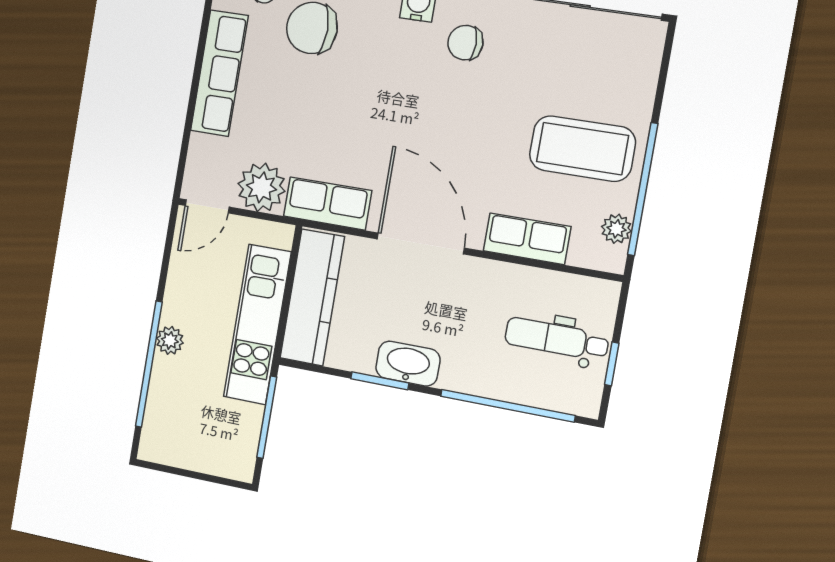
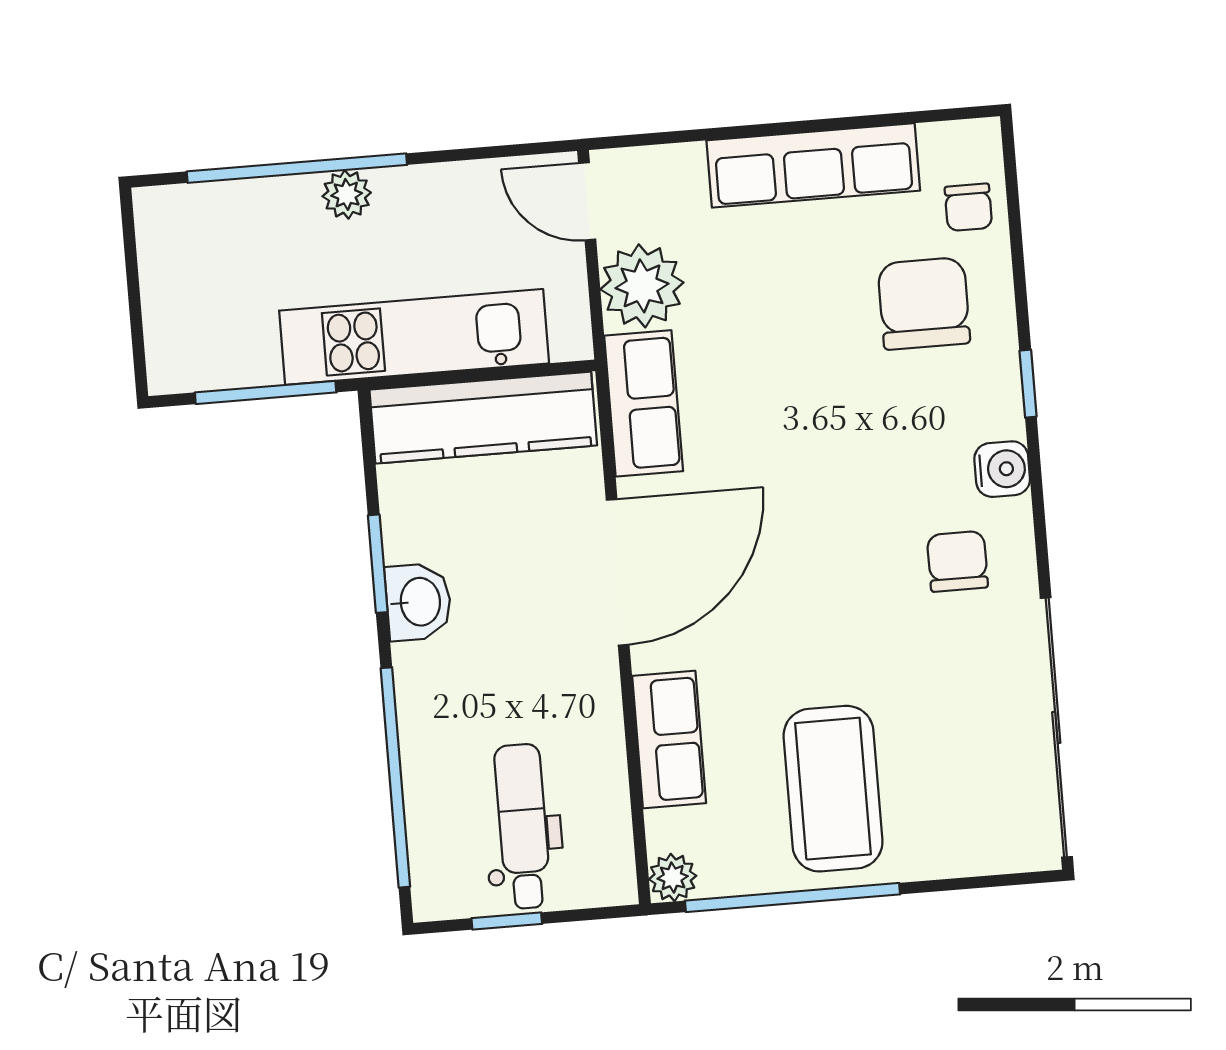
plant: (616, 229) -> (673, 877), moved
washbasin: (408, 364) -> (418, 602), width x0.72

